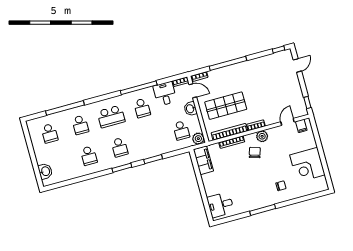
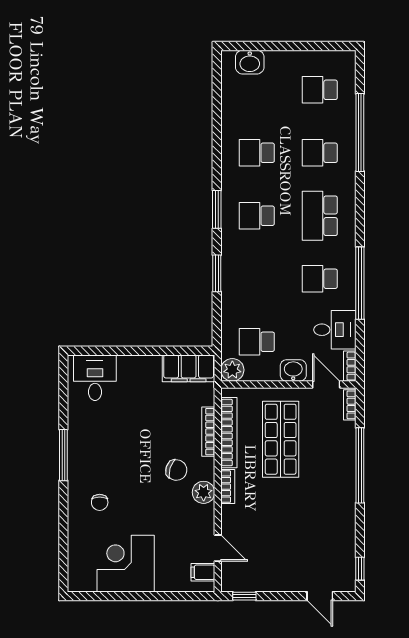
door: (193, 91) -> (326, 384), swing flipped

